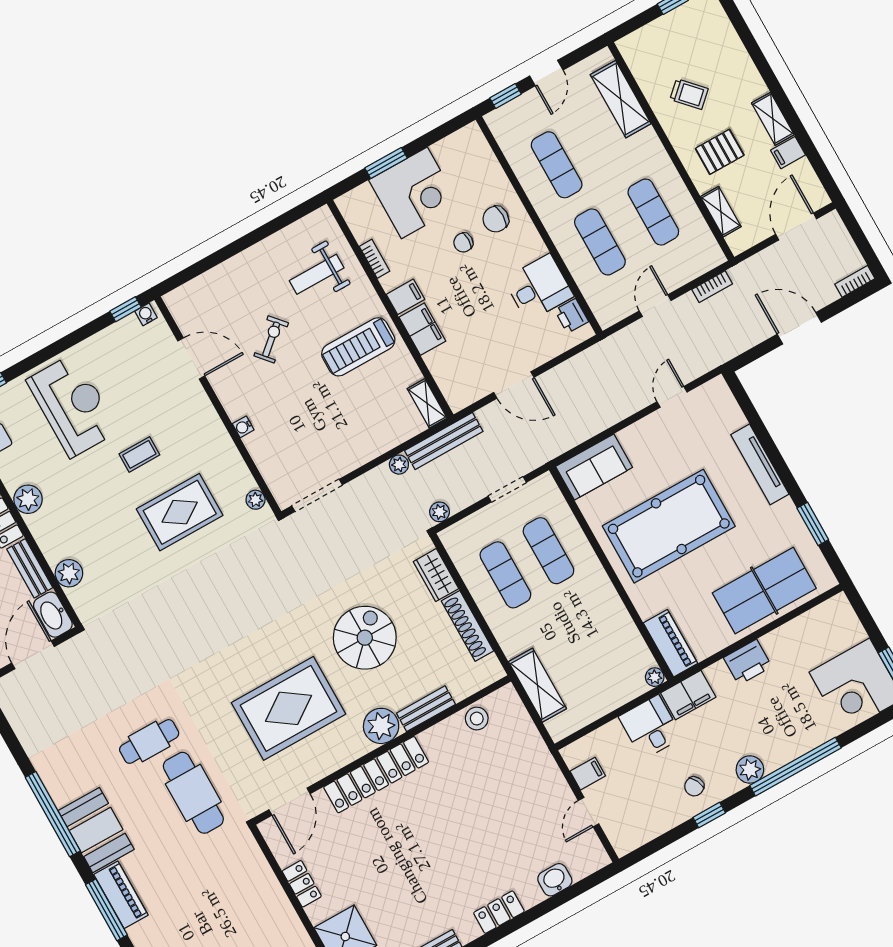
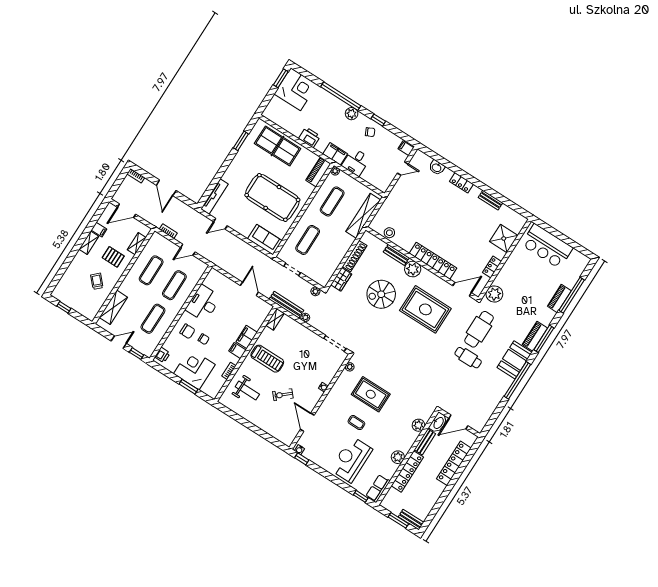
desk: (539, 288) -> (203, 303), width x1.37
printer: (571, 316) -> (162, 355), moved
tv unit: (760, 464) -> (215, 196), moved
exercise mat: (505, 575) -> (332, 201), moved
shelving: (537, 685) -> (363, 216), width x1.47
filing cabinet: (588, 774) -> (406, 148), moved
plant: (246, 860) -> (494, 294), added

